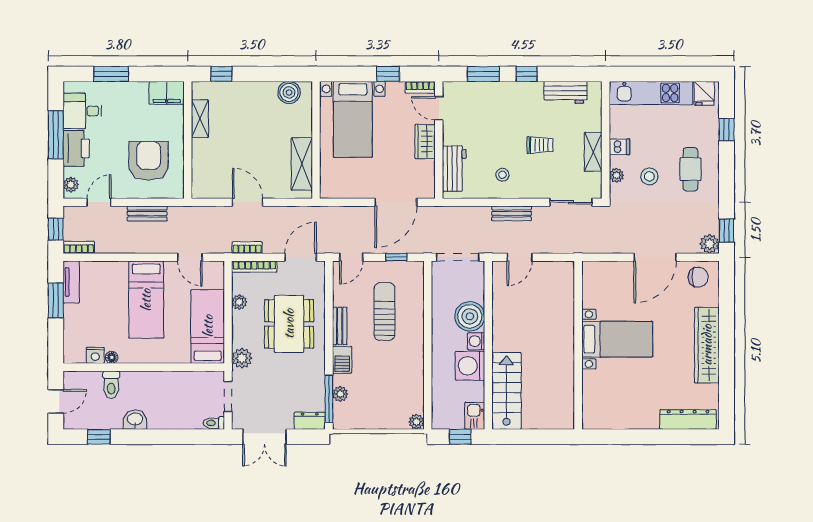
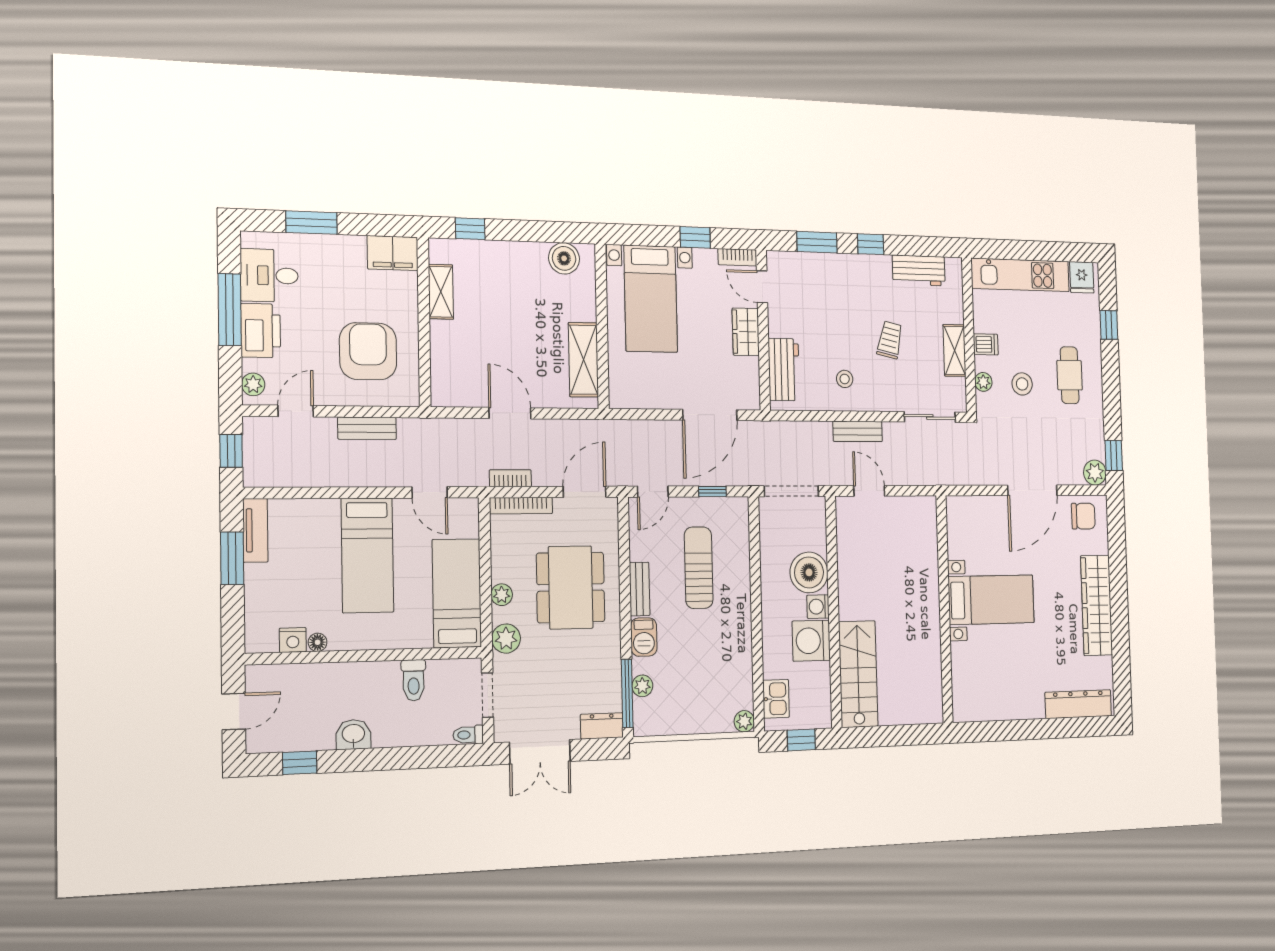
trolley: (540, 145) -> (890, 340), turned -77
bookcase: (79, 247) -> (266, 478), removed
door: (520, 257) -> (869, 491), swing flipped
plant: (239, 302) -> (502, 595), moved
toilet: (111, 385) -> (414, 680), moved
kitchen sink: (475, 416) -> (776, 699), moved, turned 180

